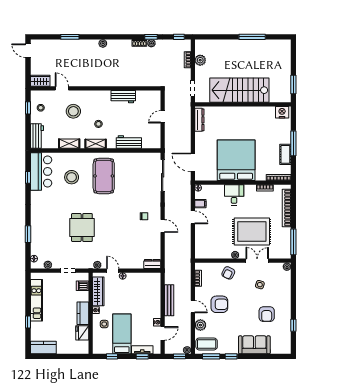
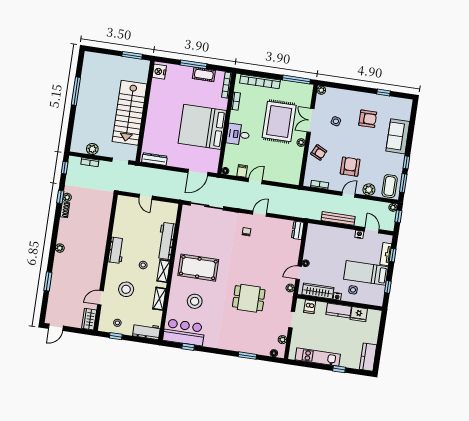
workbench: (123, 97) -> (116, 250), moved
workbench: (129, 142) -> (166, 241), width x1.37

